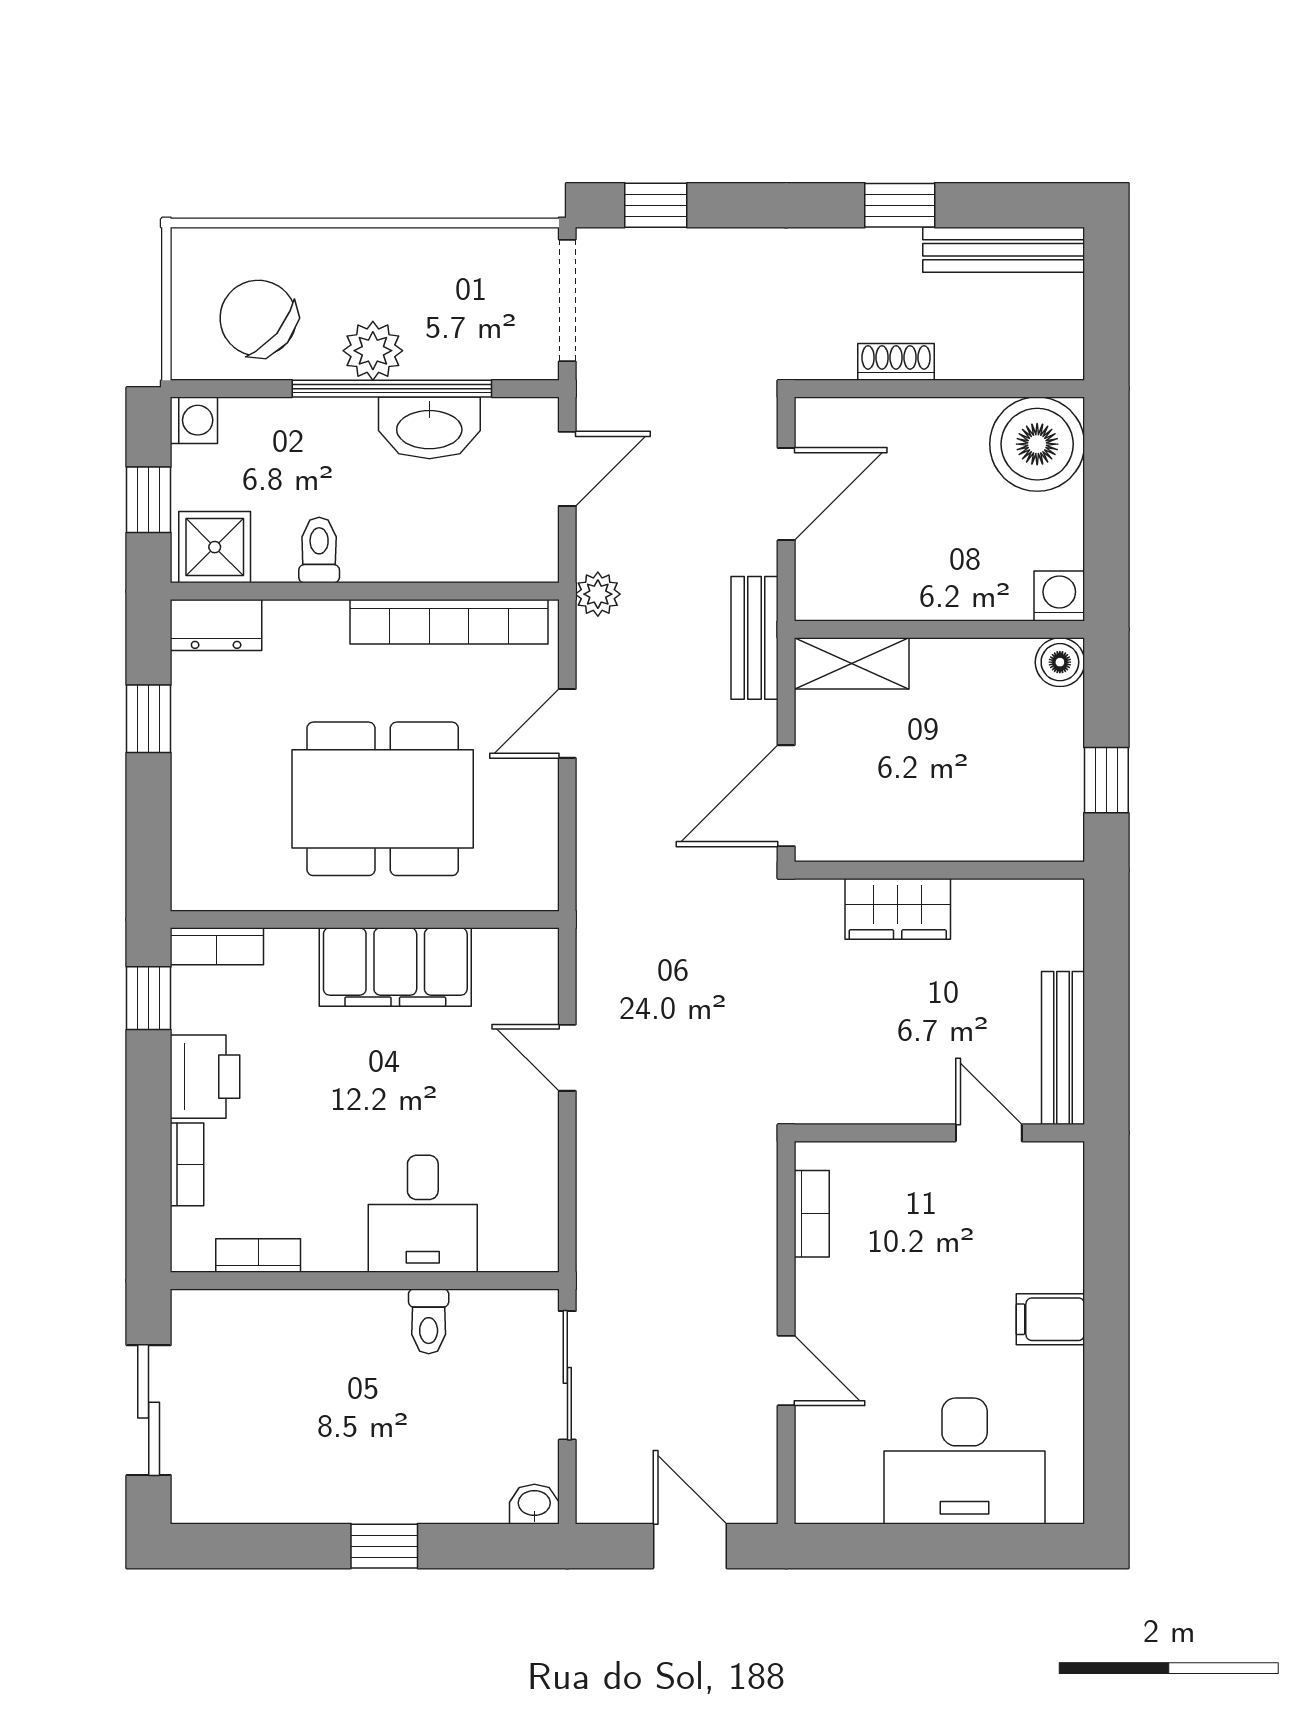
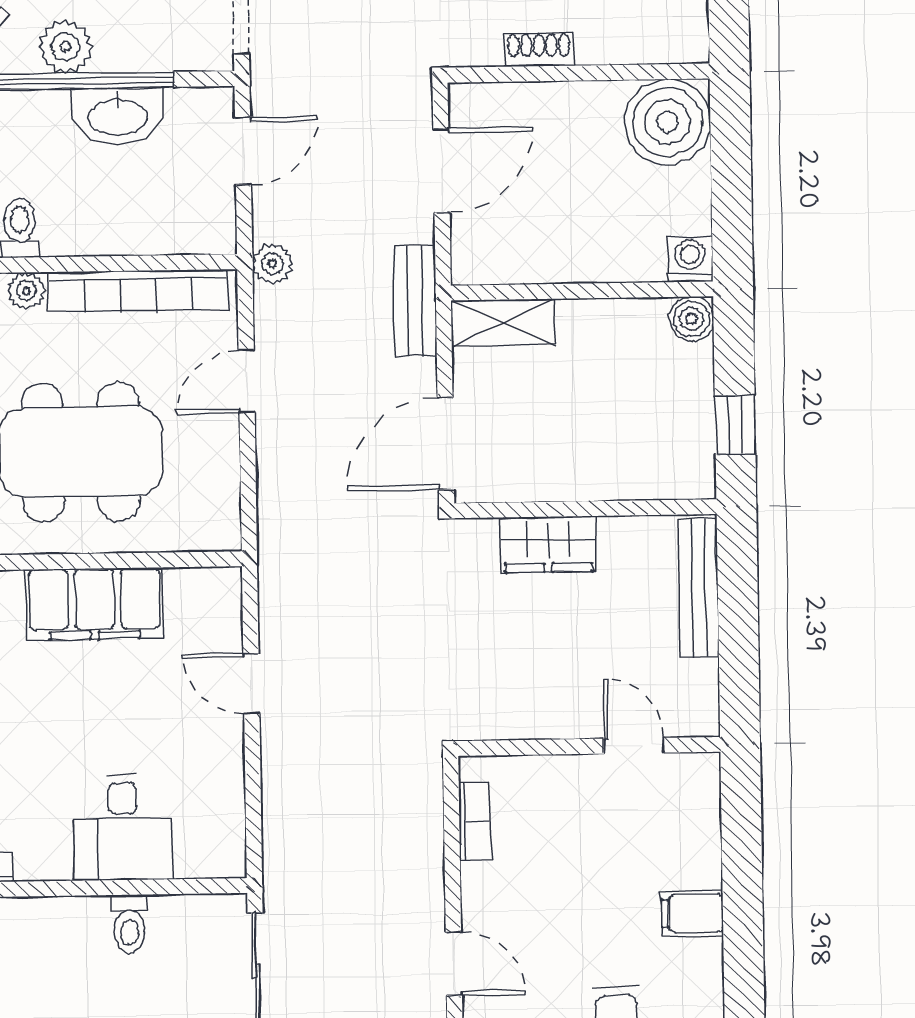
plant: (325, 620) -> (26, 291), added
bench: (1063, 1048) -> (698, 588), moved

